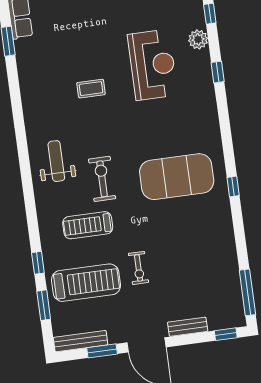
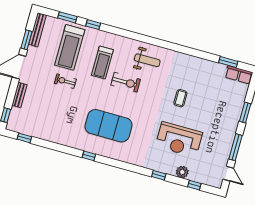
exercise mat: (177, 177) -> (109, 126), turned 90
treadmill: (88, 225) -> (102, 62), turned 180
window: (247, 292) -> (24, 138), width x0.46

